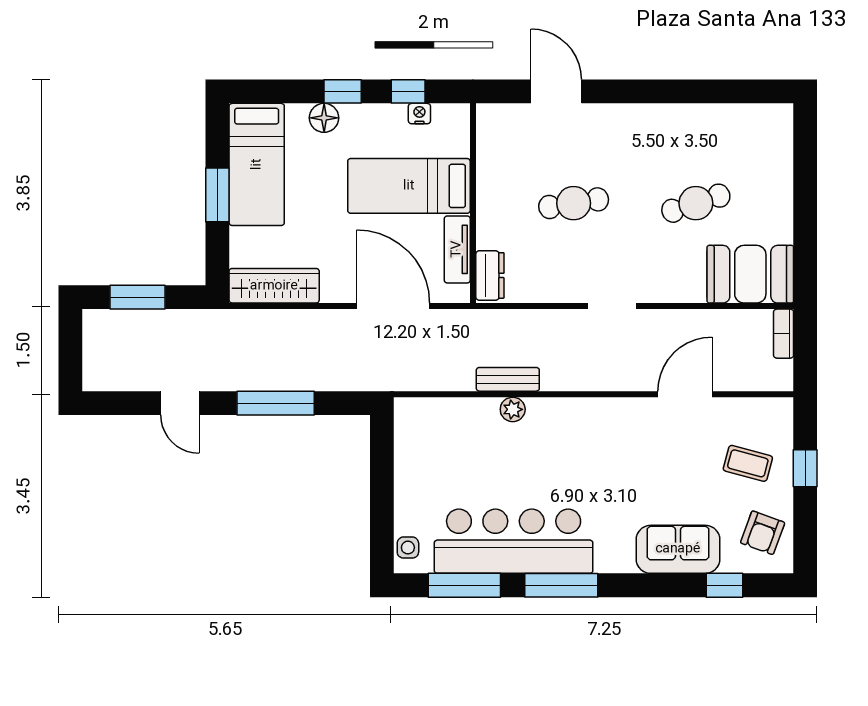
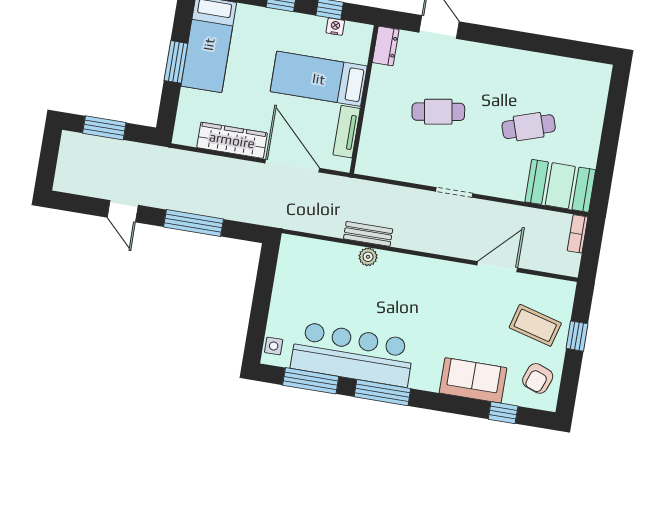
floor lamp: (324, 118) -> (264, 18), removed
dresser: (490, 275) -> (386, 46), moved
wardrobe: (274, 286) -> (232, 140), moved
coffee table: (748, 463) -> (535, 325), width x1.36, depth x1.30

